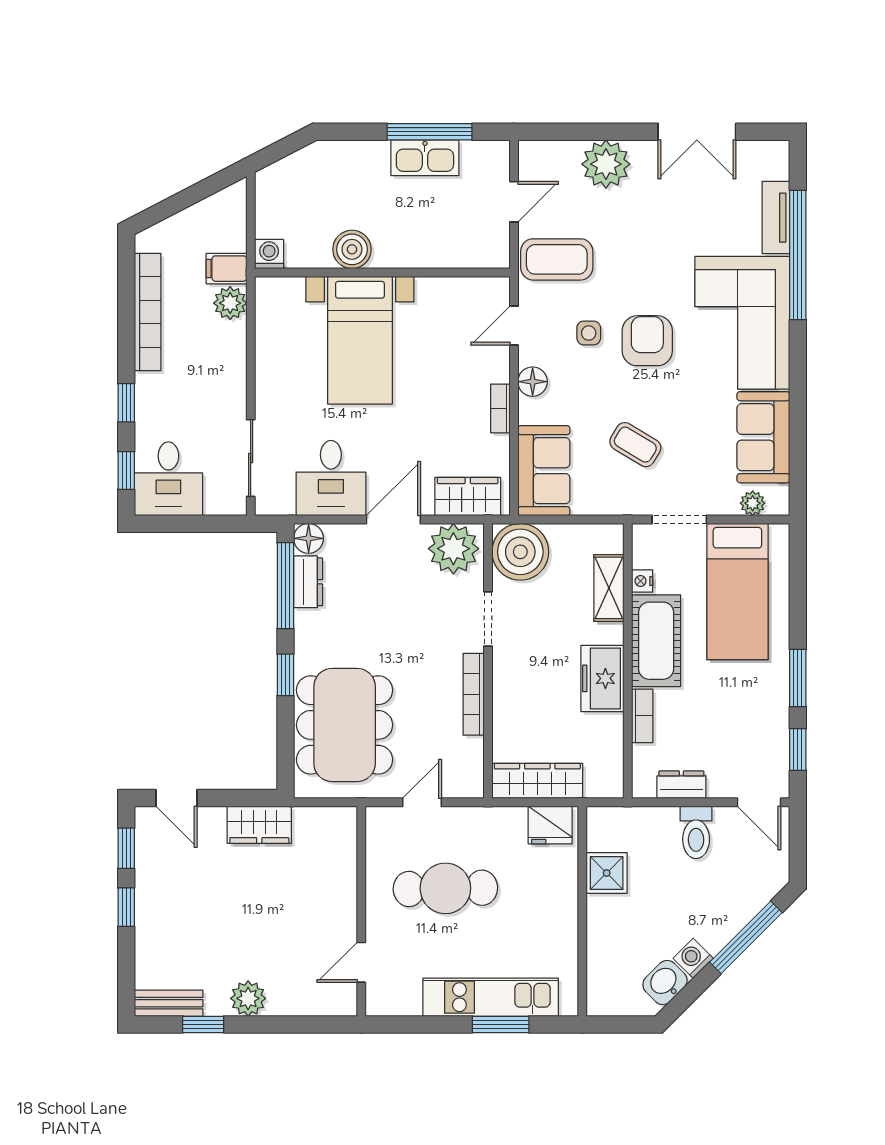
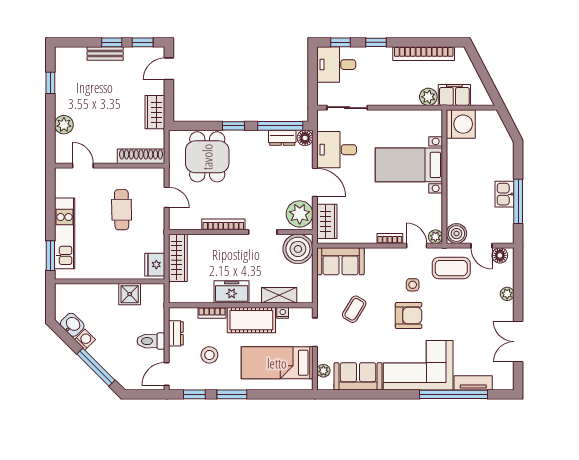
kitchen sink: (425, 158) -> (504, 194), width x0.73
plant: (606, 164) -> (507, 294), width x0.53, depth x0.53
boiler: (352, 249) -> (456, 234), moved
washing machine: (269, 254) -> (461, 124), width x1.89, depth x1.89
coffee table: (557, 259) -> (451, 268), turned 90
filing cabinet: (226, 269) -> (454, 95), width x2.00
plant: (497, 290) -> (435, 237), added
floor lamp: (533, 382) -> (500, 255), moved
bookcase: (500, 408) -> (390, 238), moved
stool: (723, 721) -> (209, 355), added
dining table: (345, 725) -> (207, 157), width x0.73
shoe rack: (343, 851) -> (141, 156), added
cafe table: (445, 888) -> (122, 210), width x0.73, depth x0.74
plant: (248, 998) -> (64, 125), moved
bench: (169, 1003) -> (105, 53), moved, turned 90
window: (501, 1024) -> (50, 256), moved

